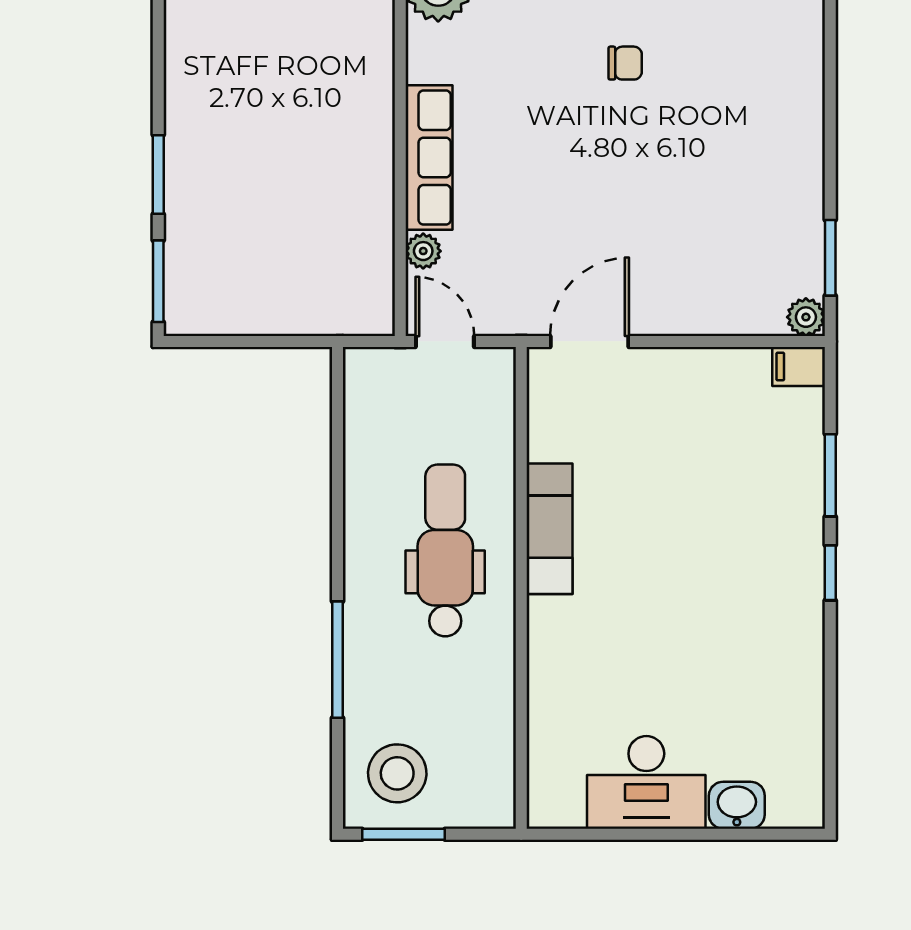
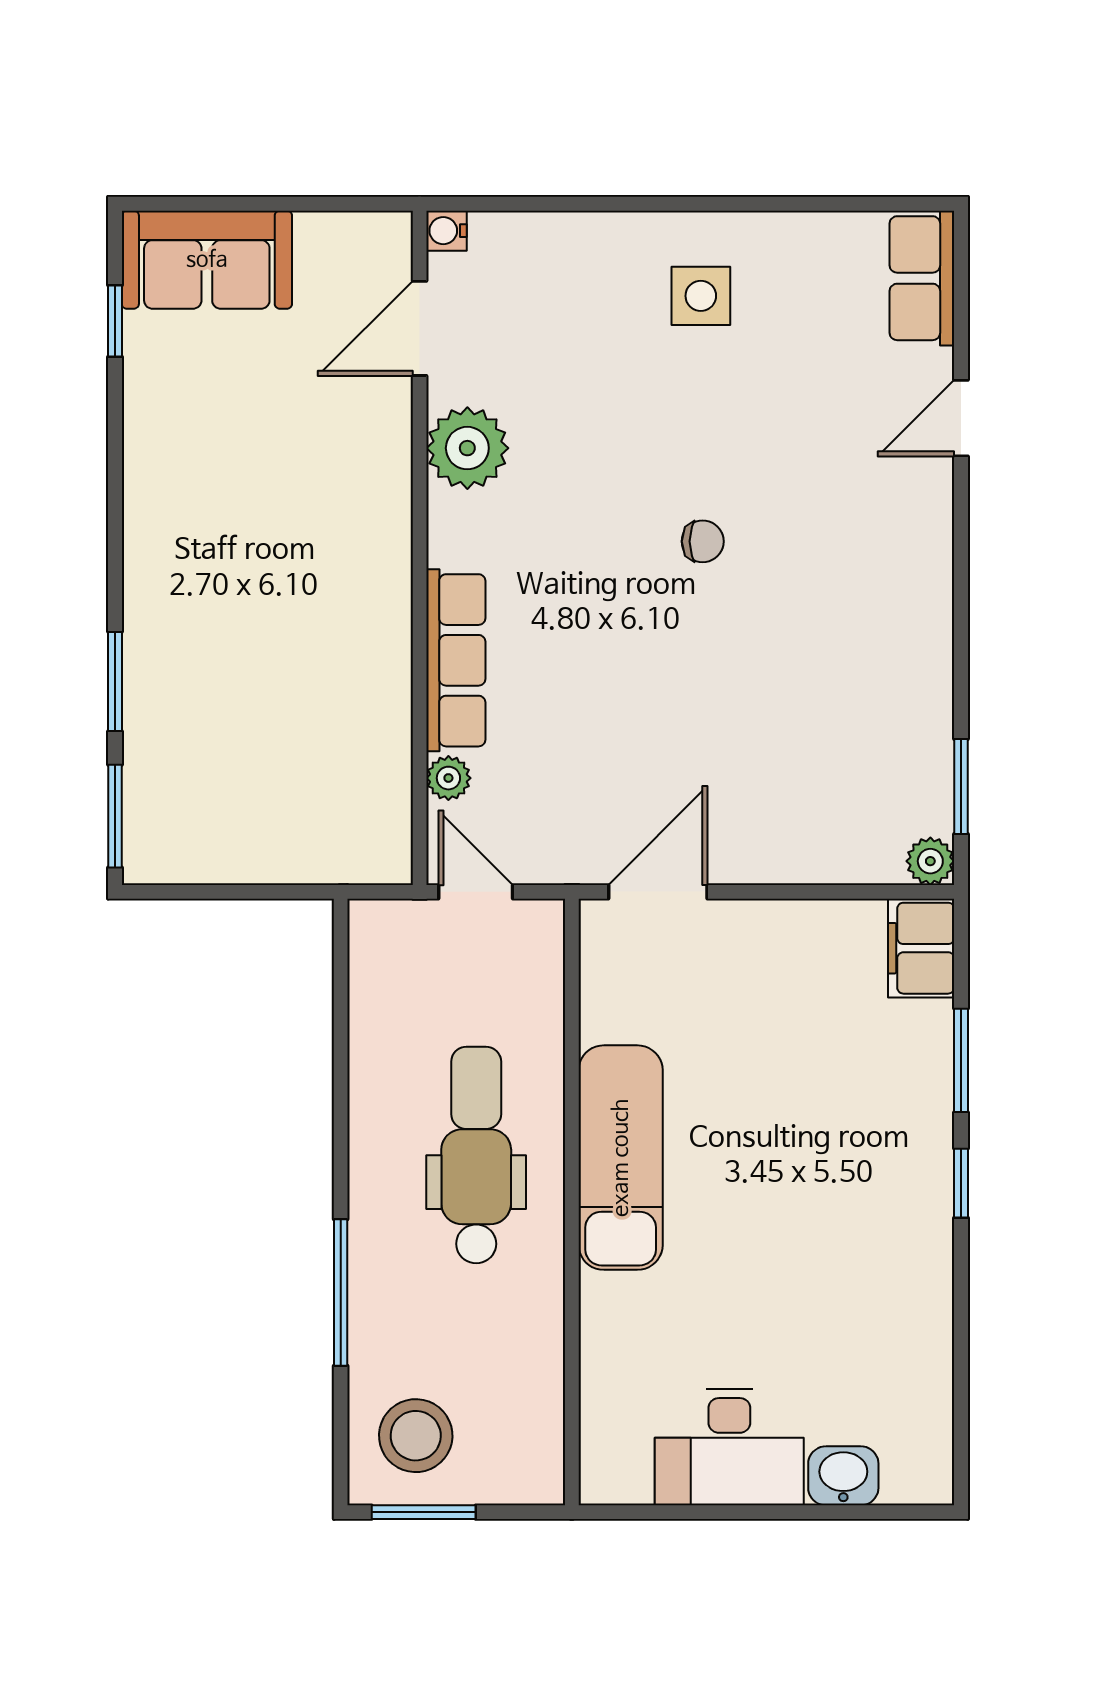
filing cabinet: (799, 366) -> (921, 948), width x2.00
exam couch: (550, 529) -> (621, 1158), width x1.36, depth x1.45

